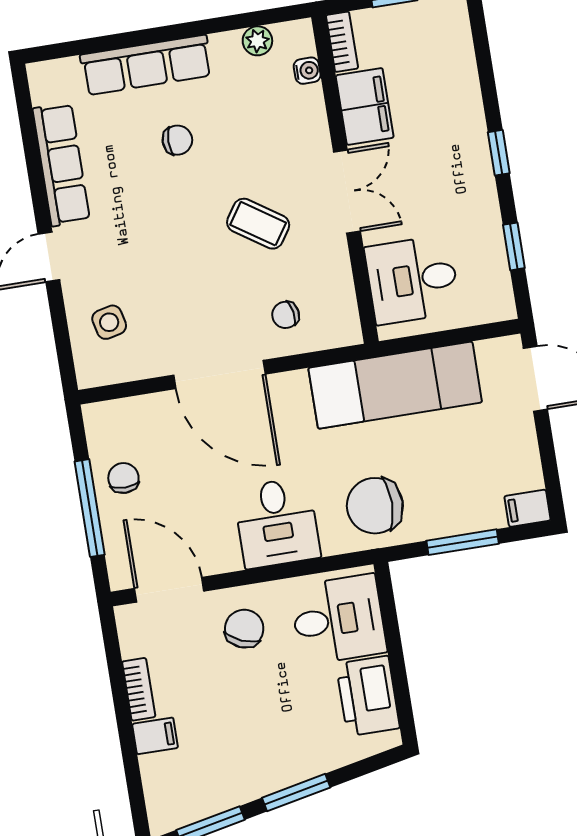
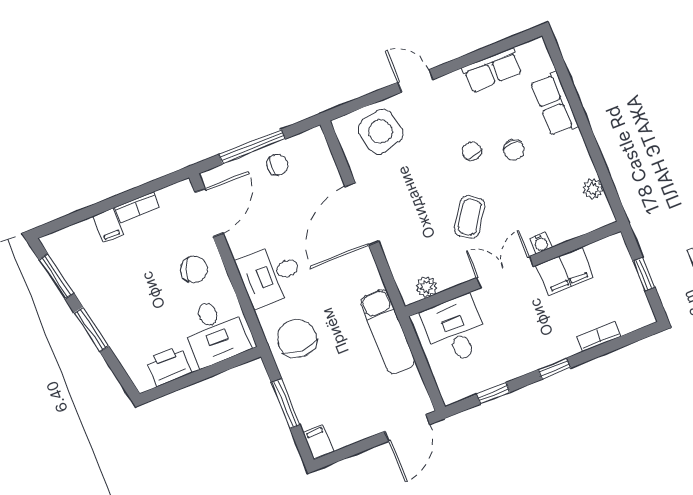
bookcase: (342, 42) -> (599, 336), moved, turned 180
row of seats: (146, 65) -> (554, 104), width x0.68
water cooler: (307, 71) -> (541, 243), moved
row of seats: (61, 164) -> (492, 70), width x0.68
double door: (347, 191) -> (505, 272), swing flipped
plant: (343, 307) -> (426, 287), added
chair: (286, 315) -> (472, 151), moved
side table: (109, 322) -> (380, 131), width x1.87, depth x1.87
exam couch: (395, 385) -> (388, 332), width x0.73, depth x0.69
printer: (368, 696) -> (169, 366), width x0.73, depth x0.84

